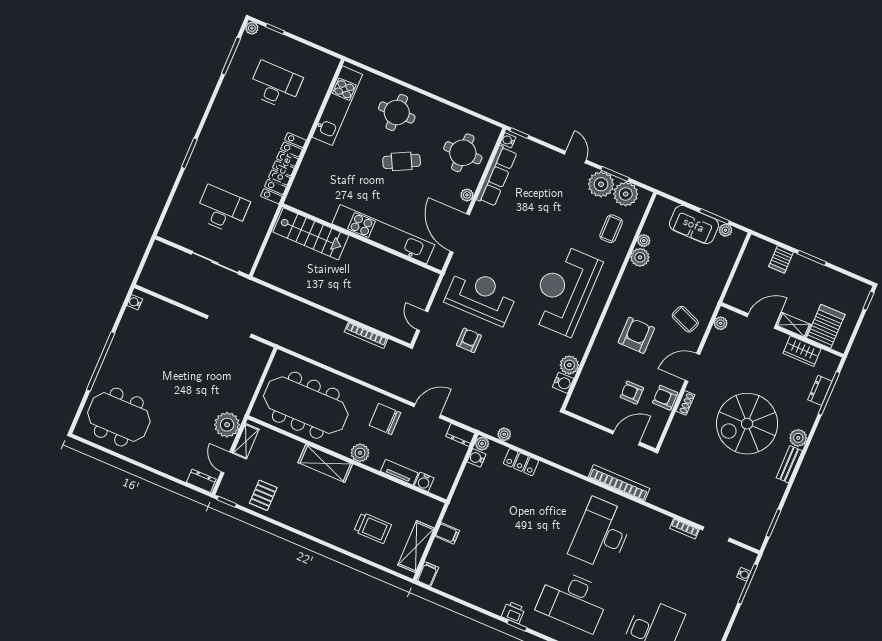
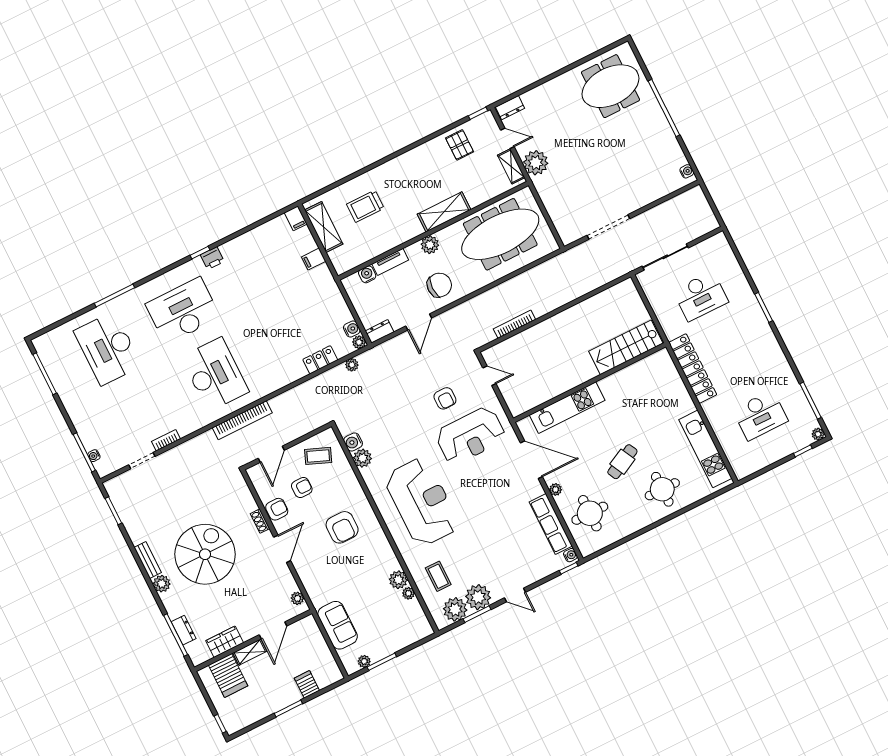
sofa: (694, 225) -> (338, 625), moved, turned 90
kitchen unit: (383, 234) -> (567, 408), width x0.73
coffee table: (685, 319) -> (318, 456), moved

